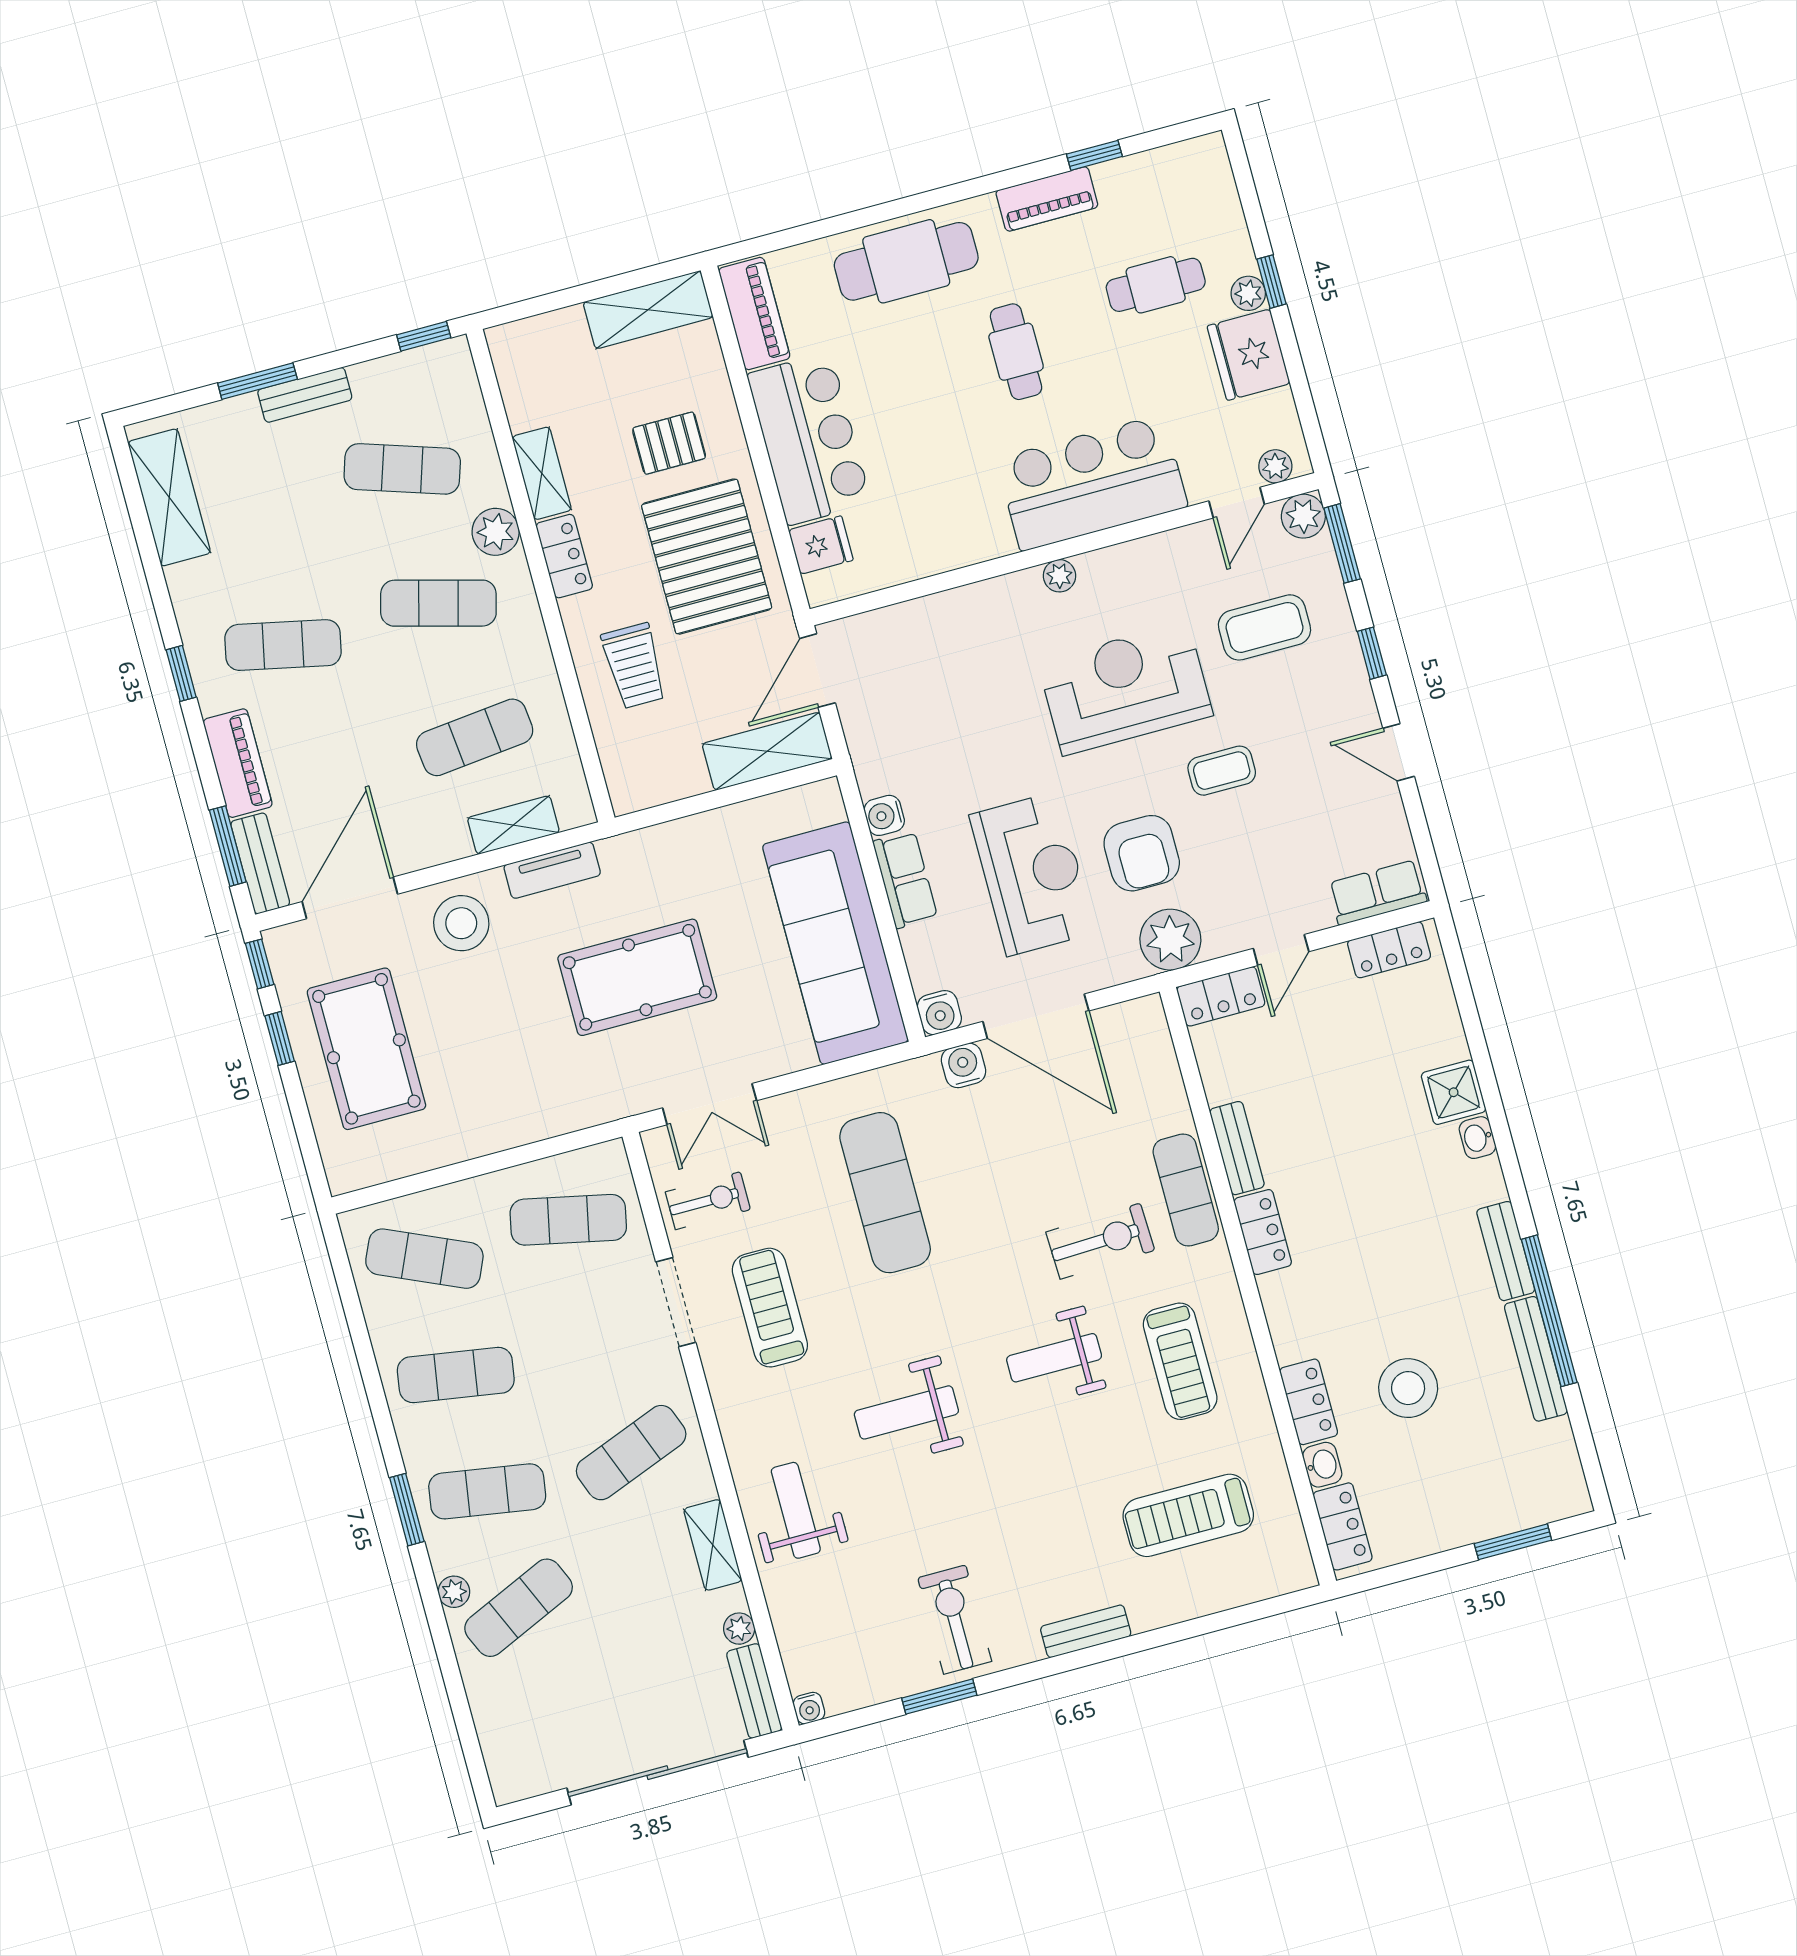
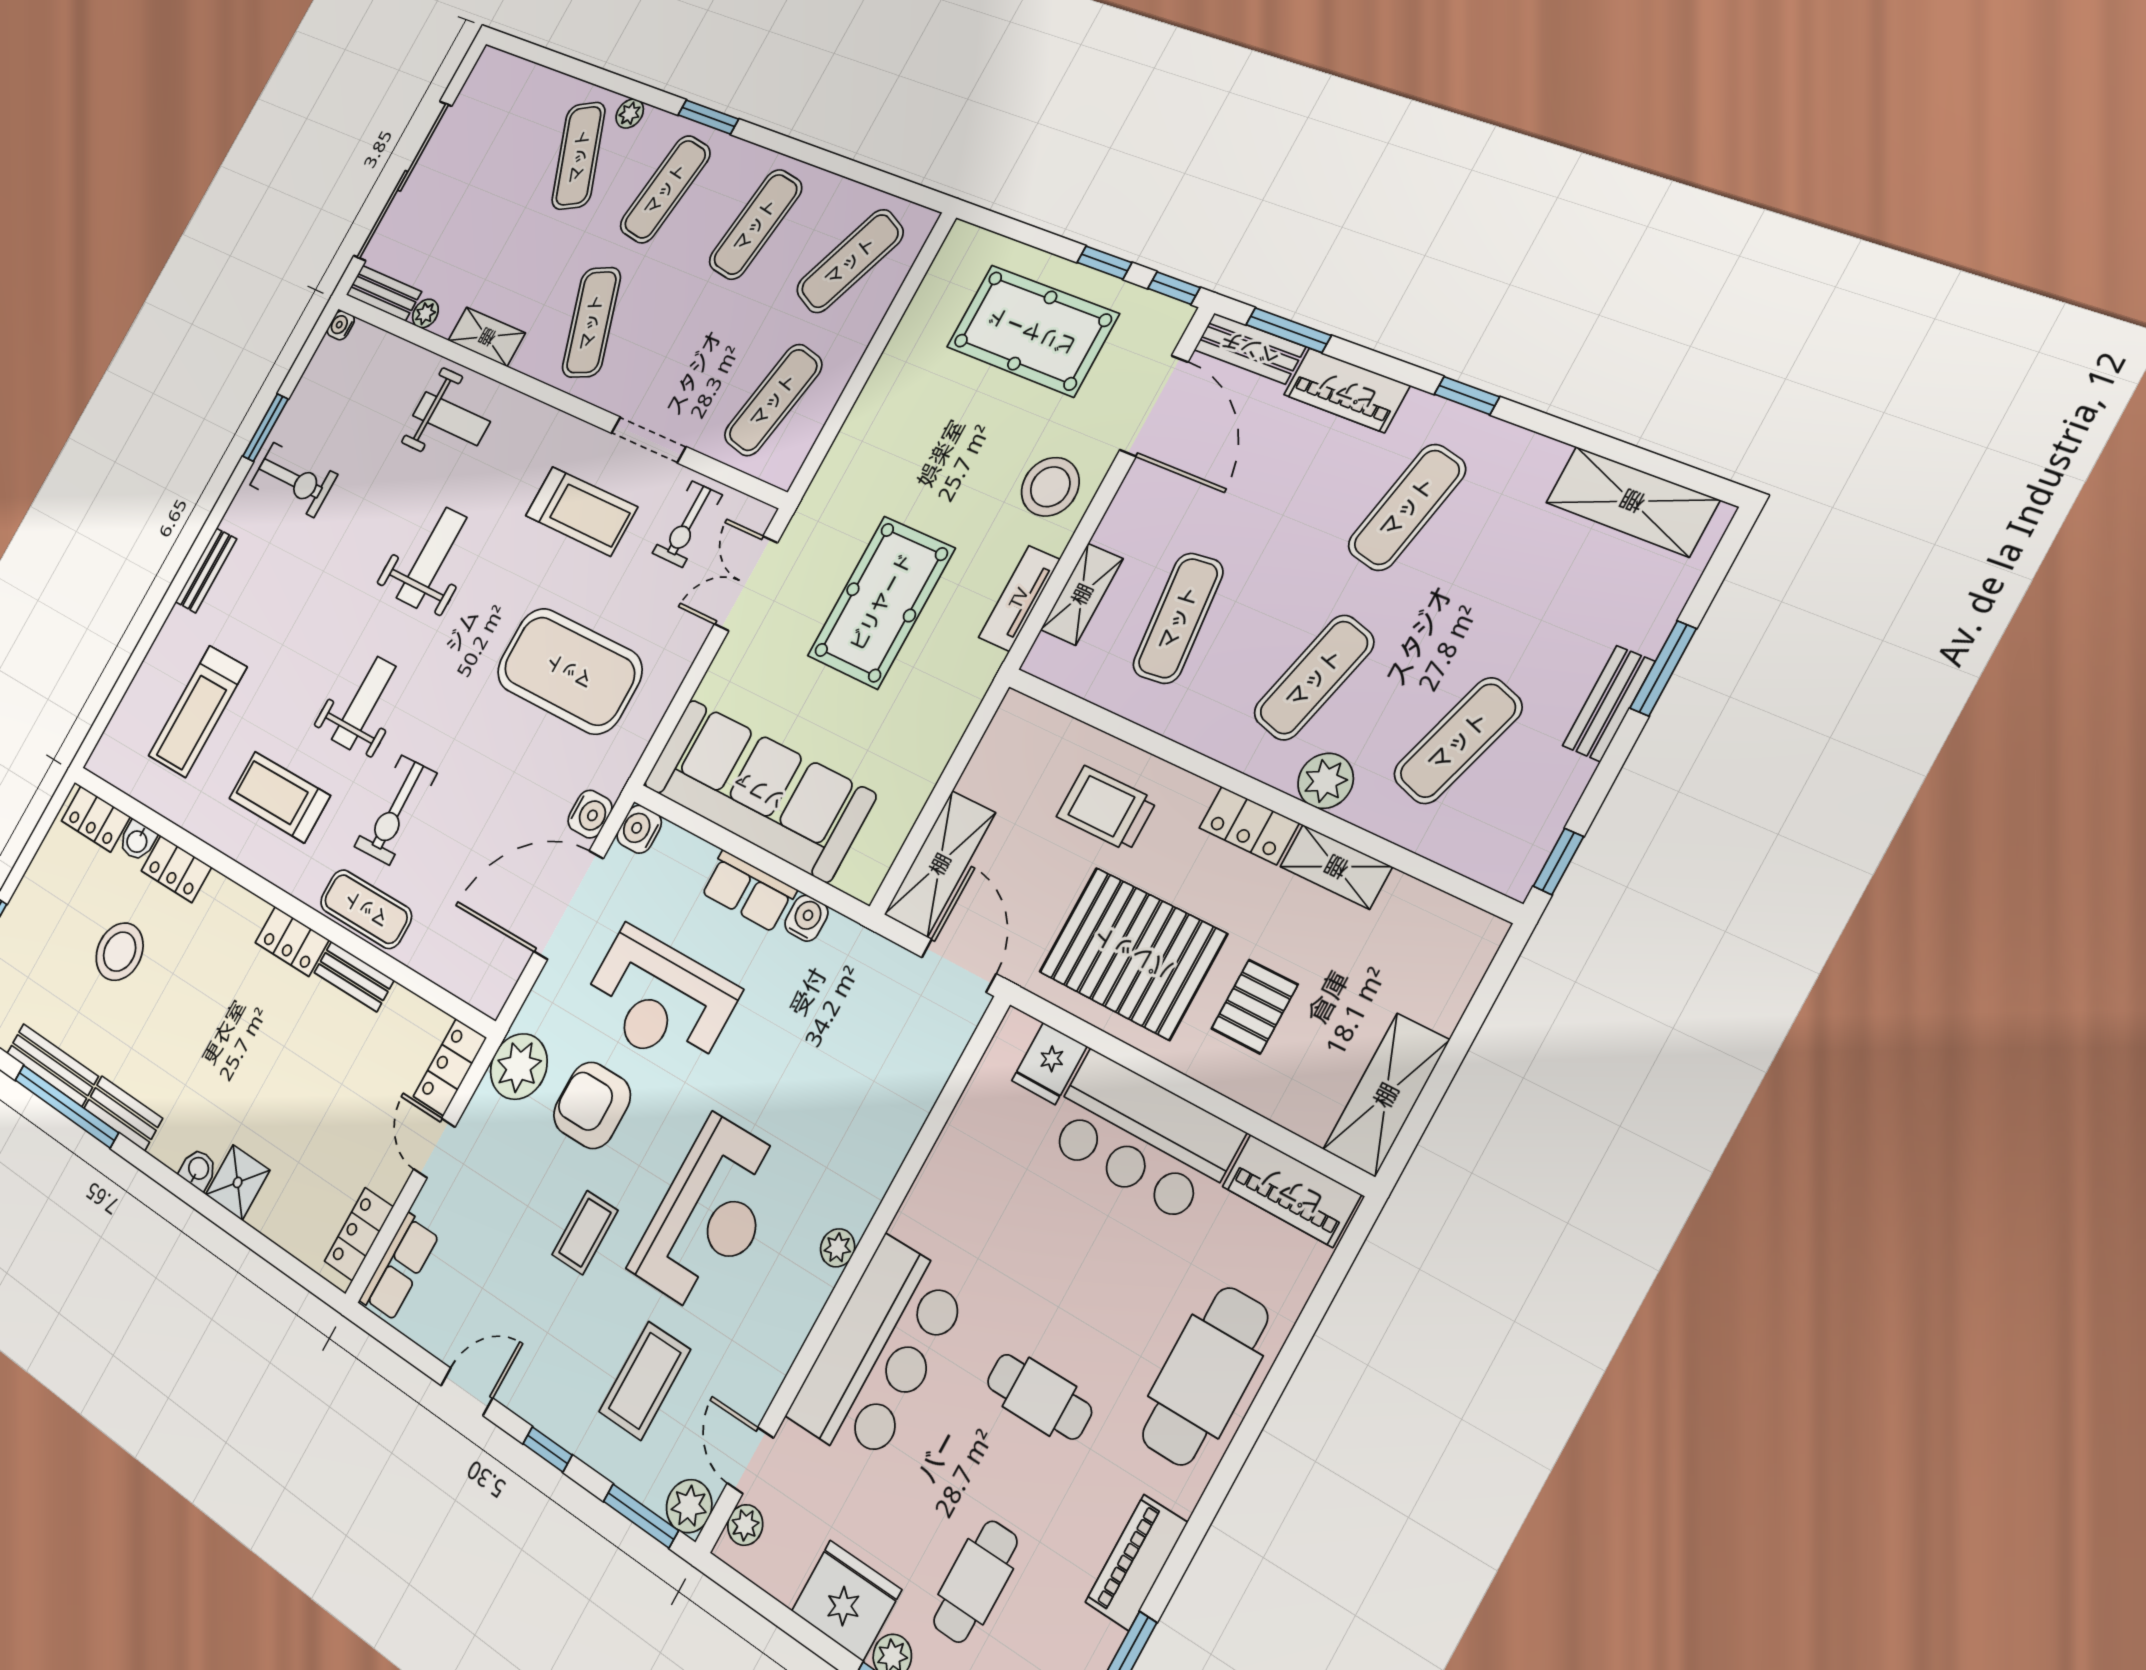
exercise mat: (885, 1193) -> (569, 671), width x1.47
treadmill: (1188, 1515) -> (198, 711), turned 180

